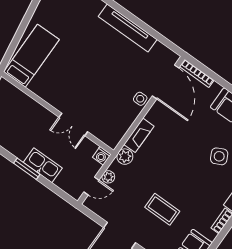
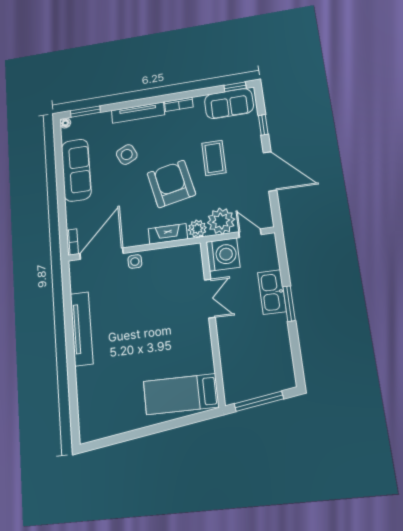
bookcase: (197, 73) -> (72, 242), width x0.64
washing machine: (102, 156) -> (223, 255), width x1.89, depth x1.89
armchair: (171, 167) -> (171, 184), added
plant: (108, 177) -> (221, 221), width x1.87, depth x1.87

